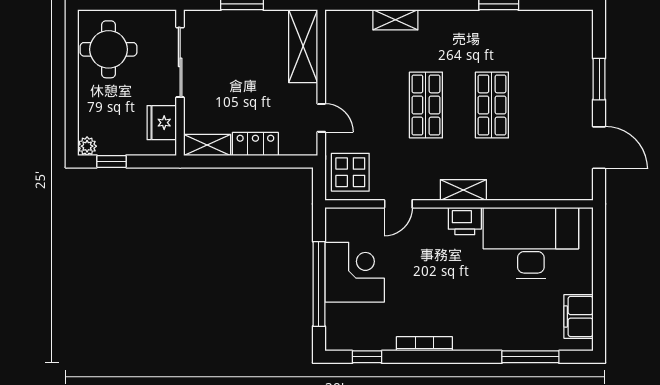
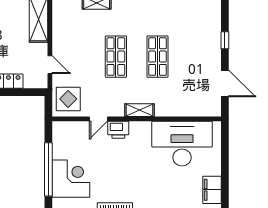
window: (599, 79) -> (225, 40), width x0.67
printer: (465, 221) -> (118, 130), moved
corner desk: (355, 272) -> (71, 179), moved

